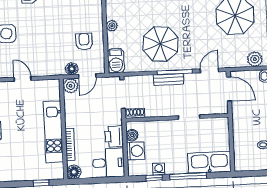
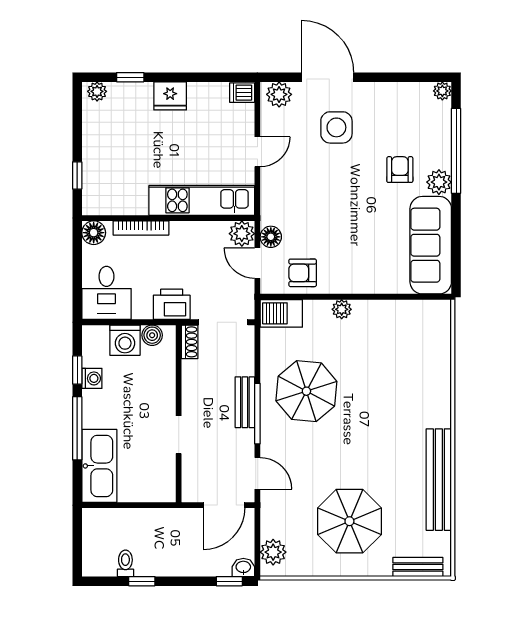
armchair: (84, 42) -> (303, 273), moved, turned 180
kitchen unit: (53, 132) -> (202, 200), moved
printer: (114, 136) -> (172, 304), moved

